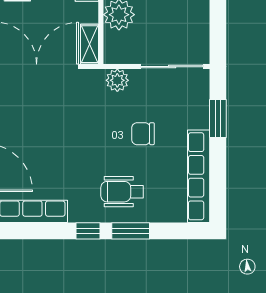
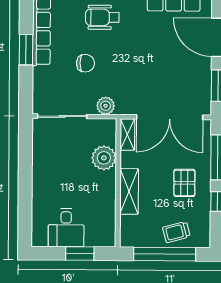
window: (218, 118) -> (26, 50), moved
wheelchair: (122, 192) -> (102, 17), turned 180

